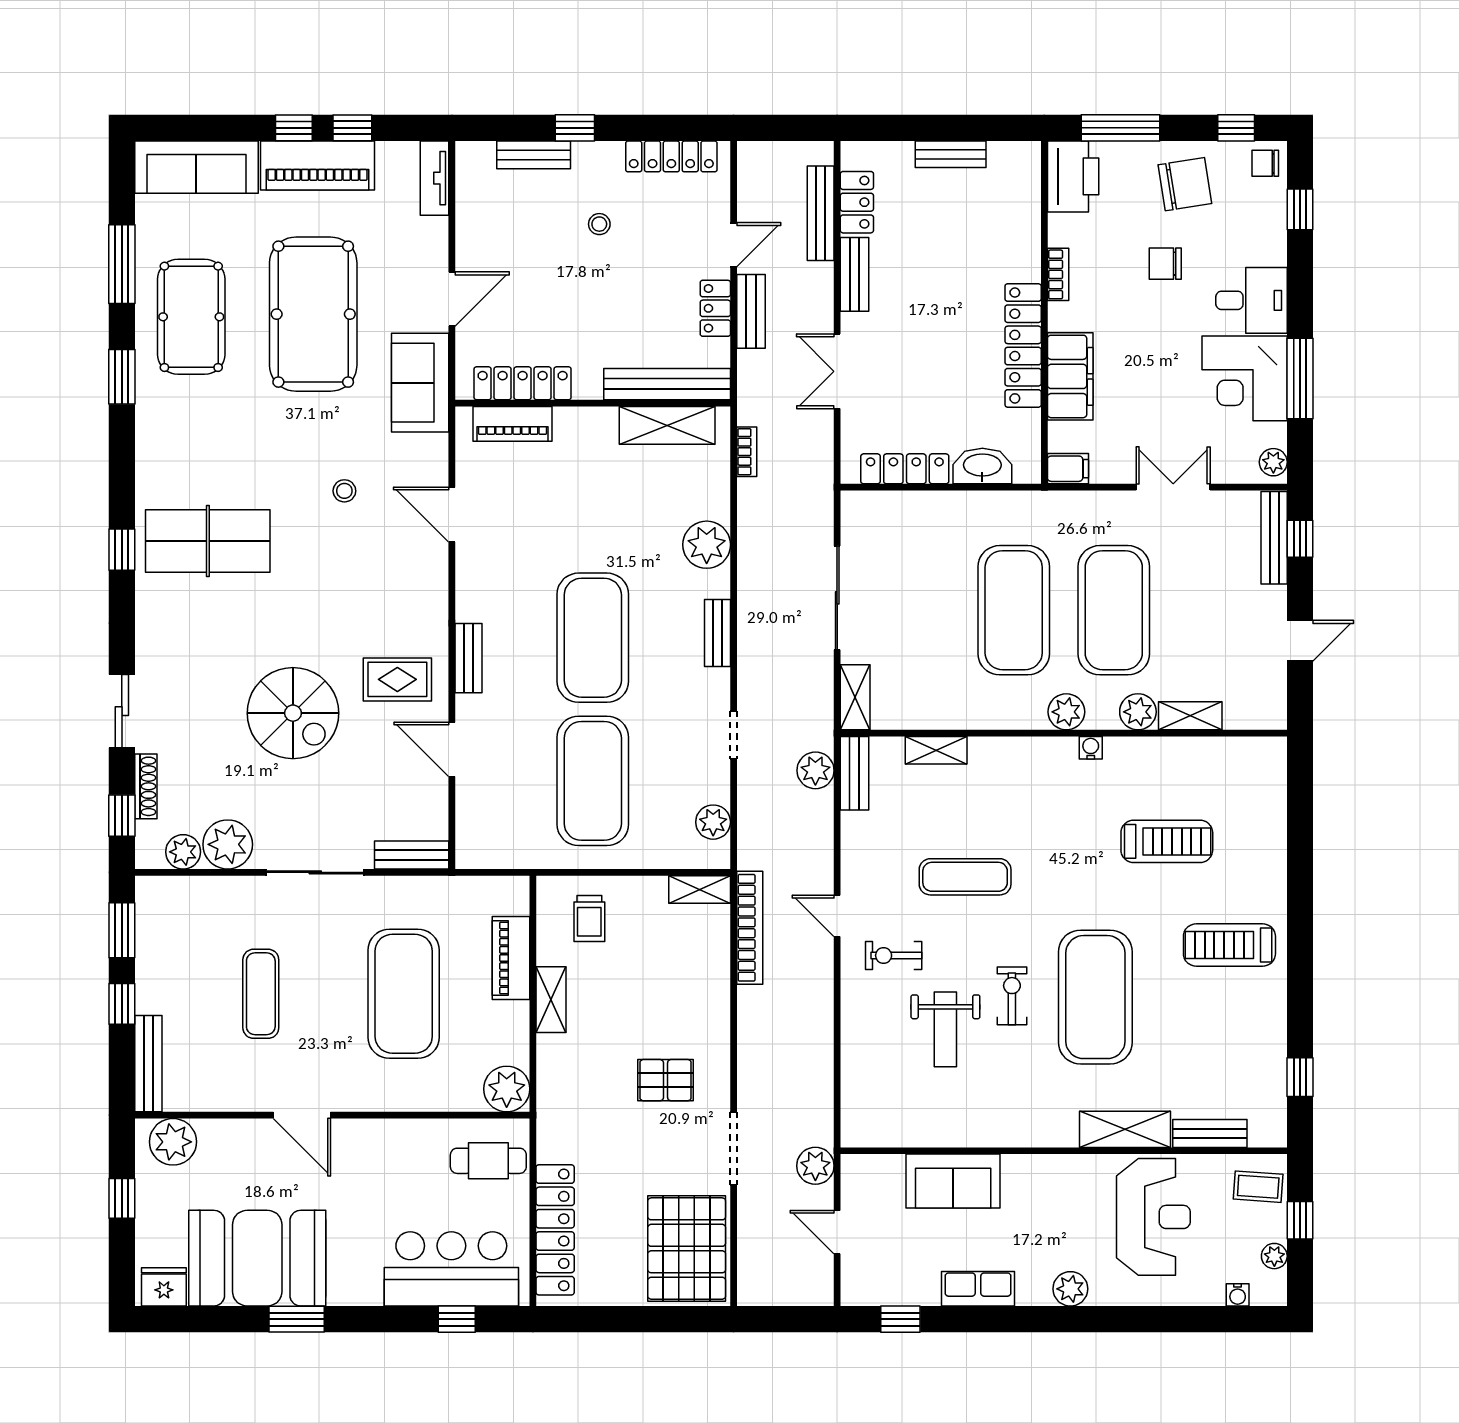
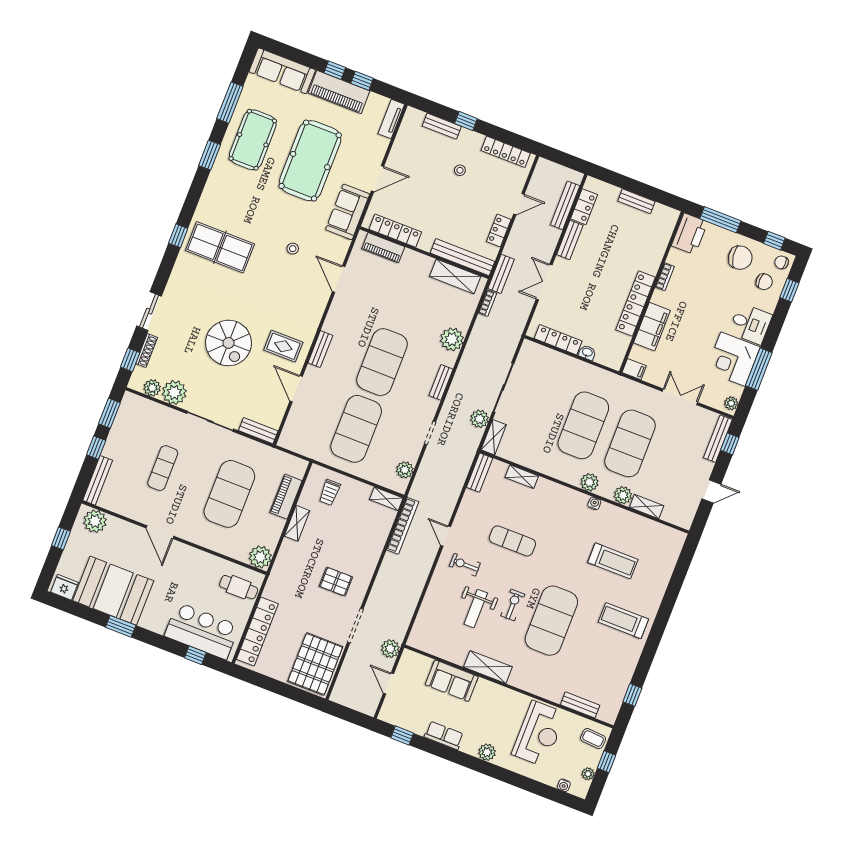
chair: (1165, 264) -> (764, 282), moved, turned 180
bench: (751, 311) -> (501, 274), moved
washbasin: (982, 466) -> (587, 353), width x0.52, depth x0.69
plant: (815, 770) -> (480, 419), moved
shelving: (1125, 1129) -> (488, 667), moved

